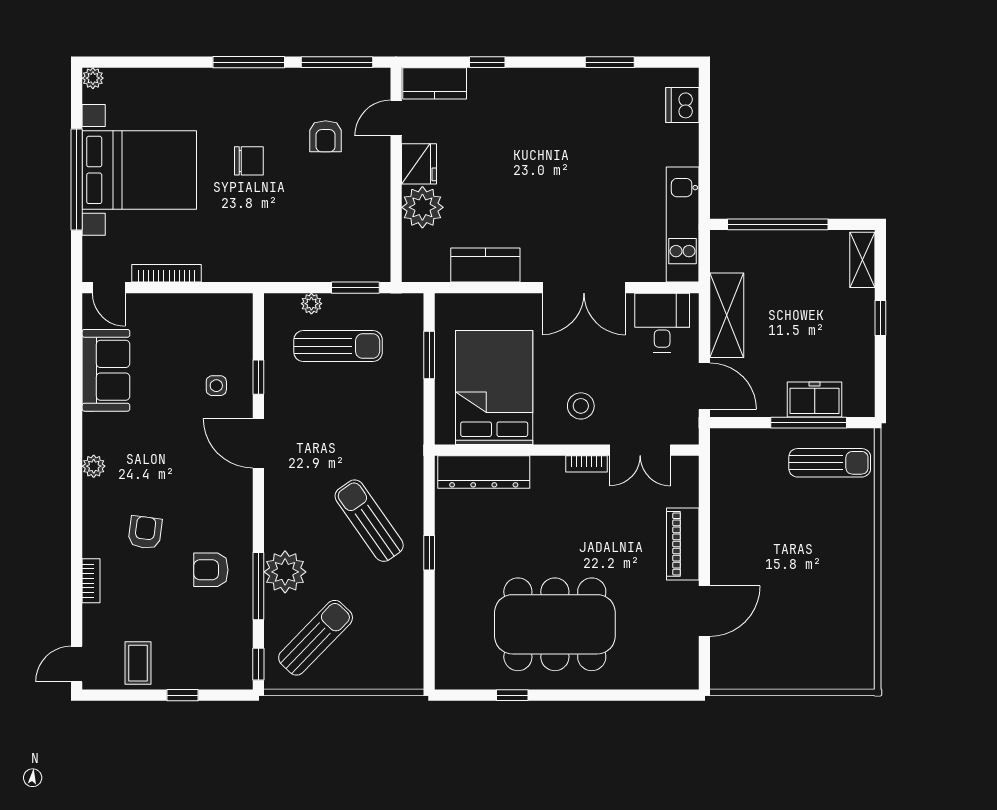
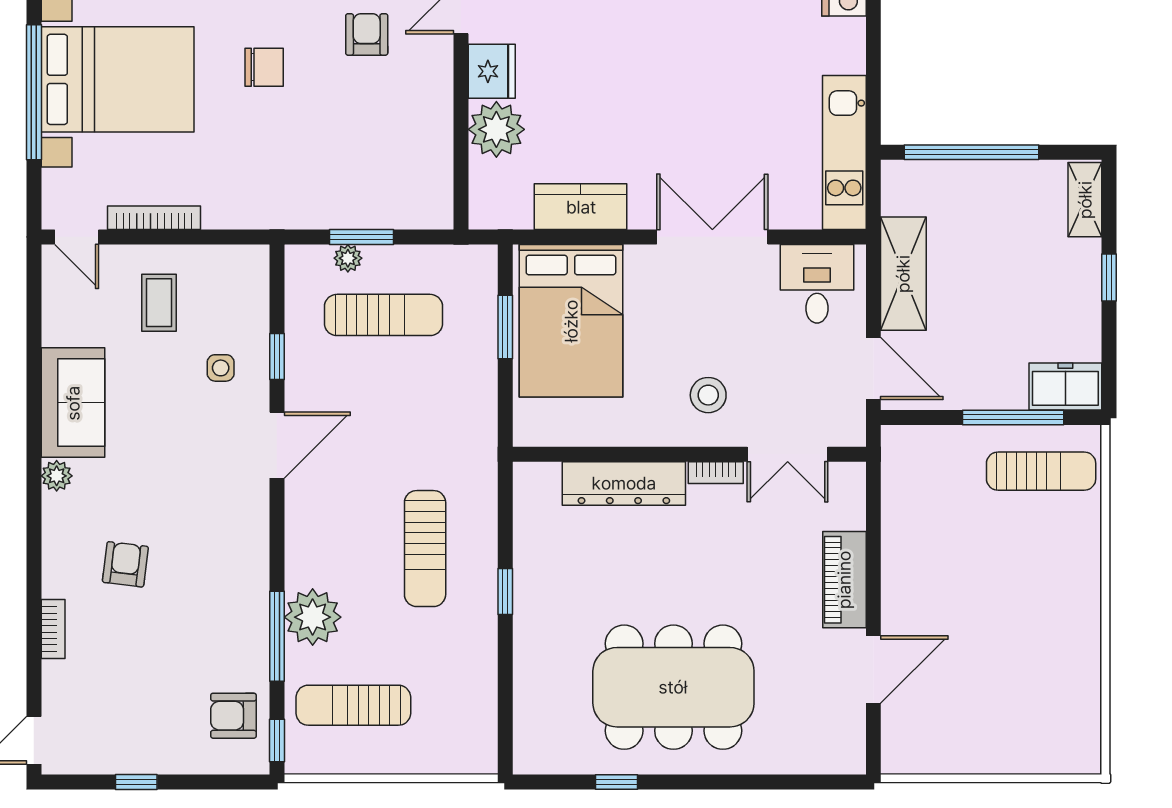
armchair: (326, 136) -> (367, 34), turned 180
window: (355, 288) -> (362, 237), moved
double door: (584, 288) -> (712, 237), swing flipped
sofa: (106, 370) -> (73, 403), moved
bed: (494, 387) -> (571, 321), moved, turned 180
freezer: (815, 399) -> (1065, 386), moved
door: (258, 443) -> (277, 445), swing flipped
dresser: (484, 472) -> (624, 483), moved
sun lounger: (369, 521) -> (425, 549), turned -145
armchair: (211, 570) -> (233, 716), moved
sun lounger: (316, 638) -> (353, 705), turned -134
coffee table: (138, 663) -> (159, 303), moved
window: (183, 695) -> (136, 782), moved

